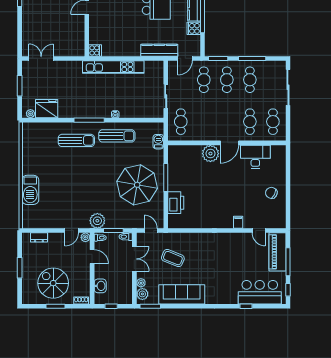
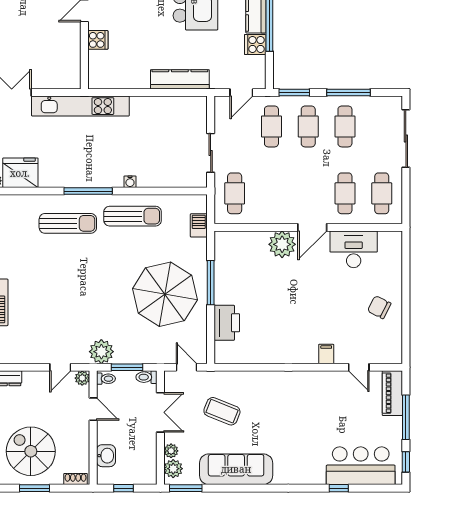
cooker: (95, 50) -> (98, 40), moved
kitchen counter: (159, 50) -> (180, 79), moved
kitchen unit: (113, 67) -> (80, 106), moved
piano: (277, 252) -> (392, 393), width x0.73, depth x0.75

